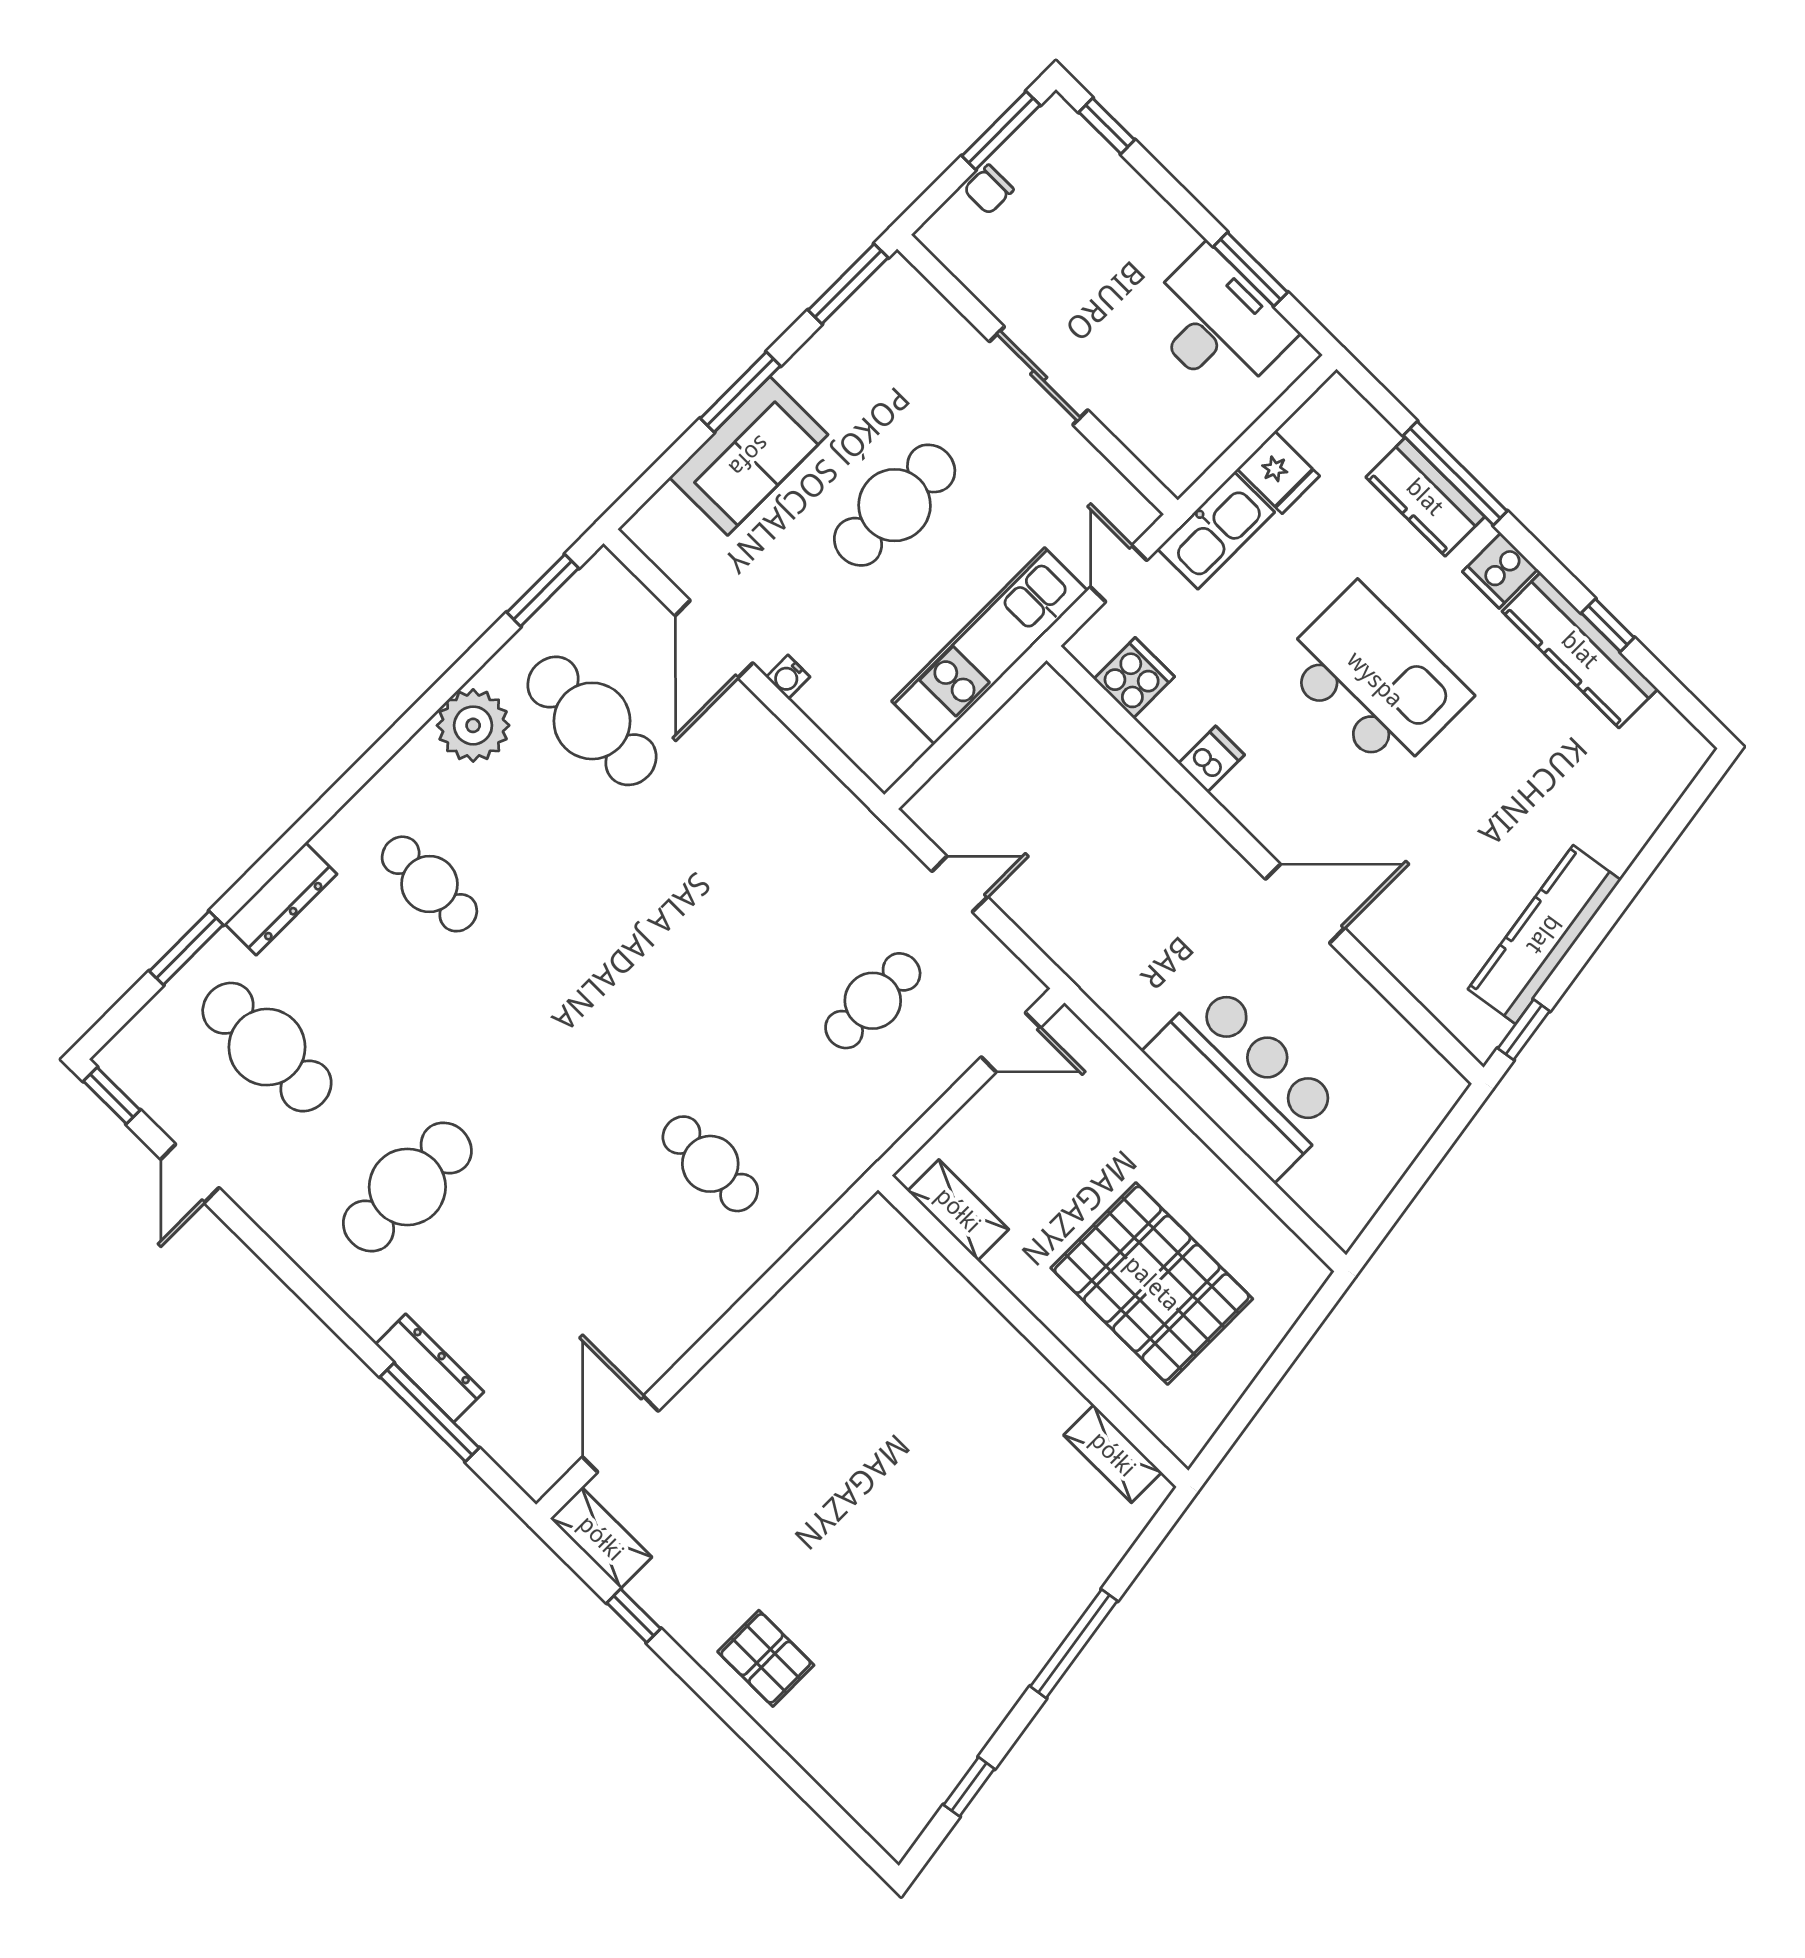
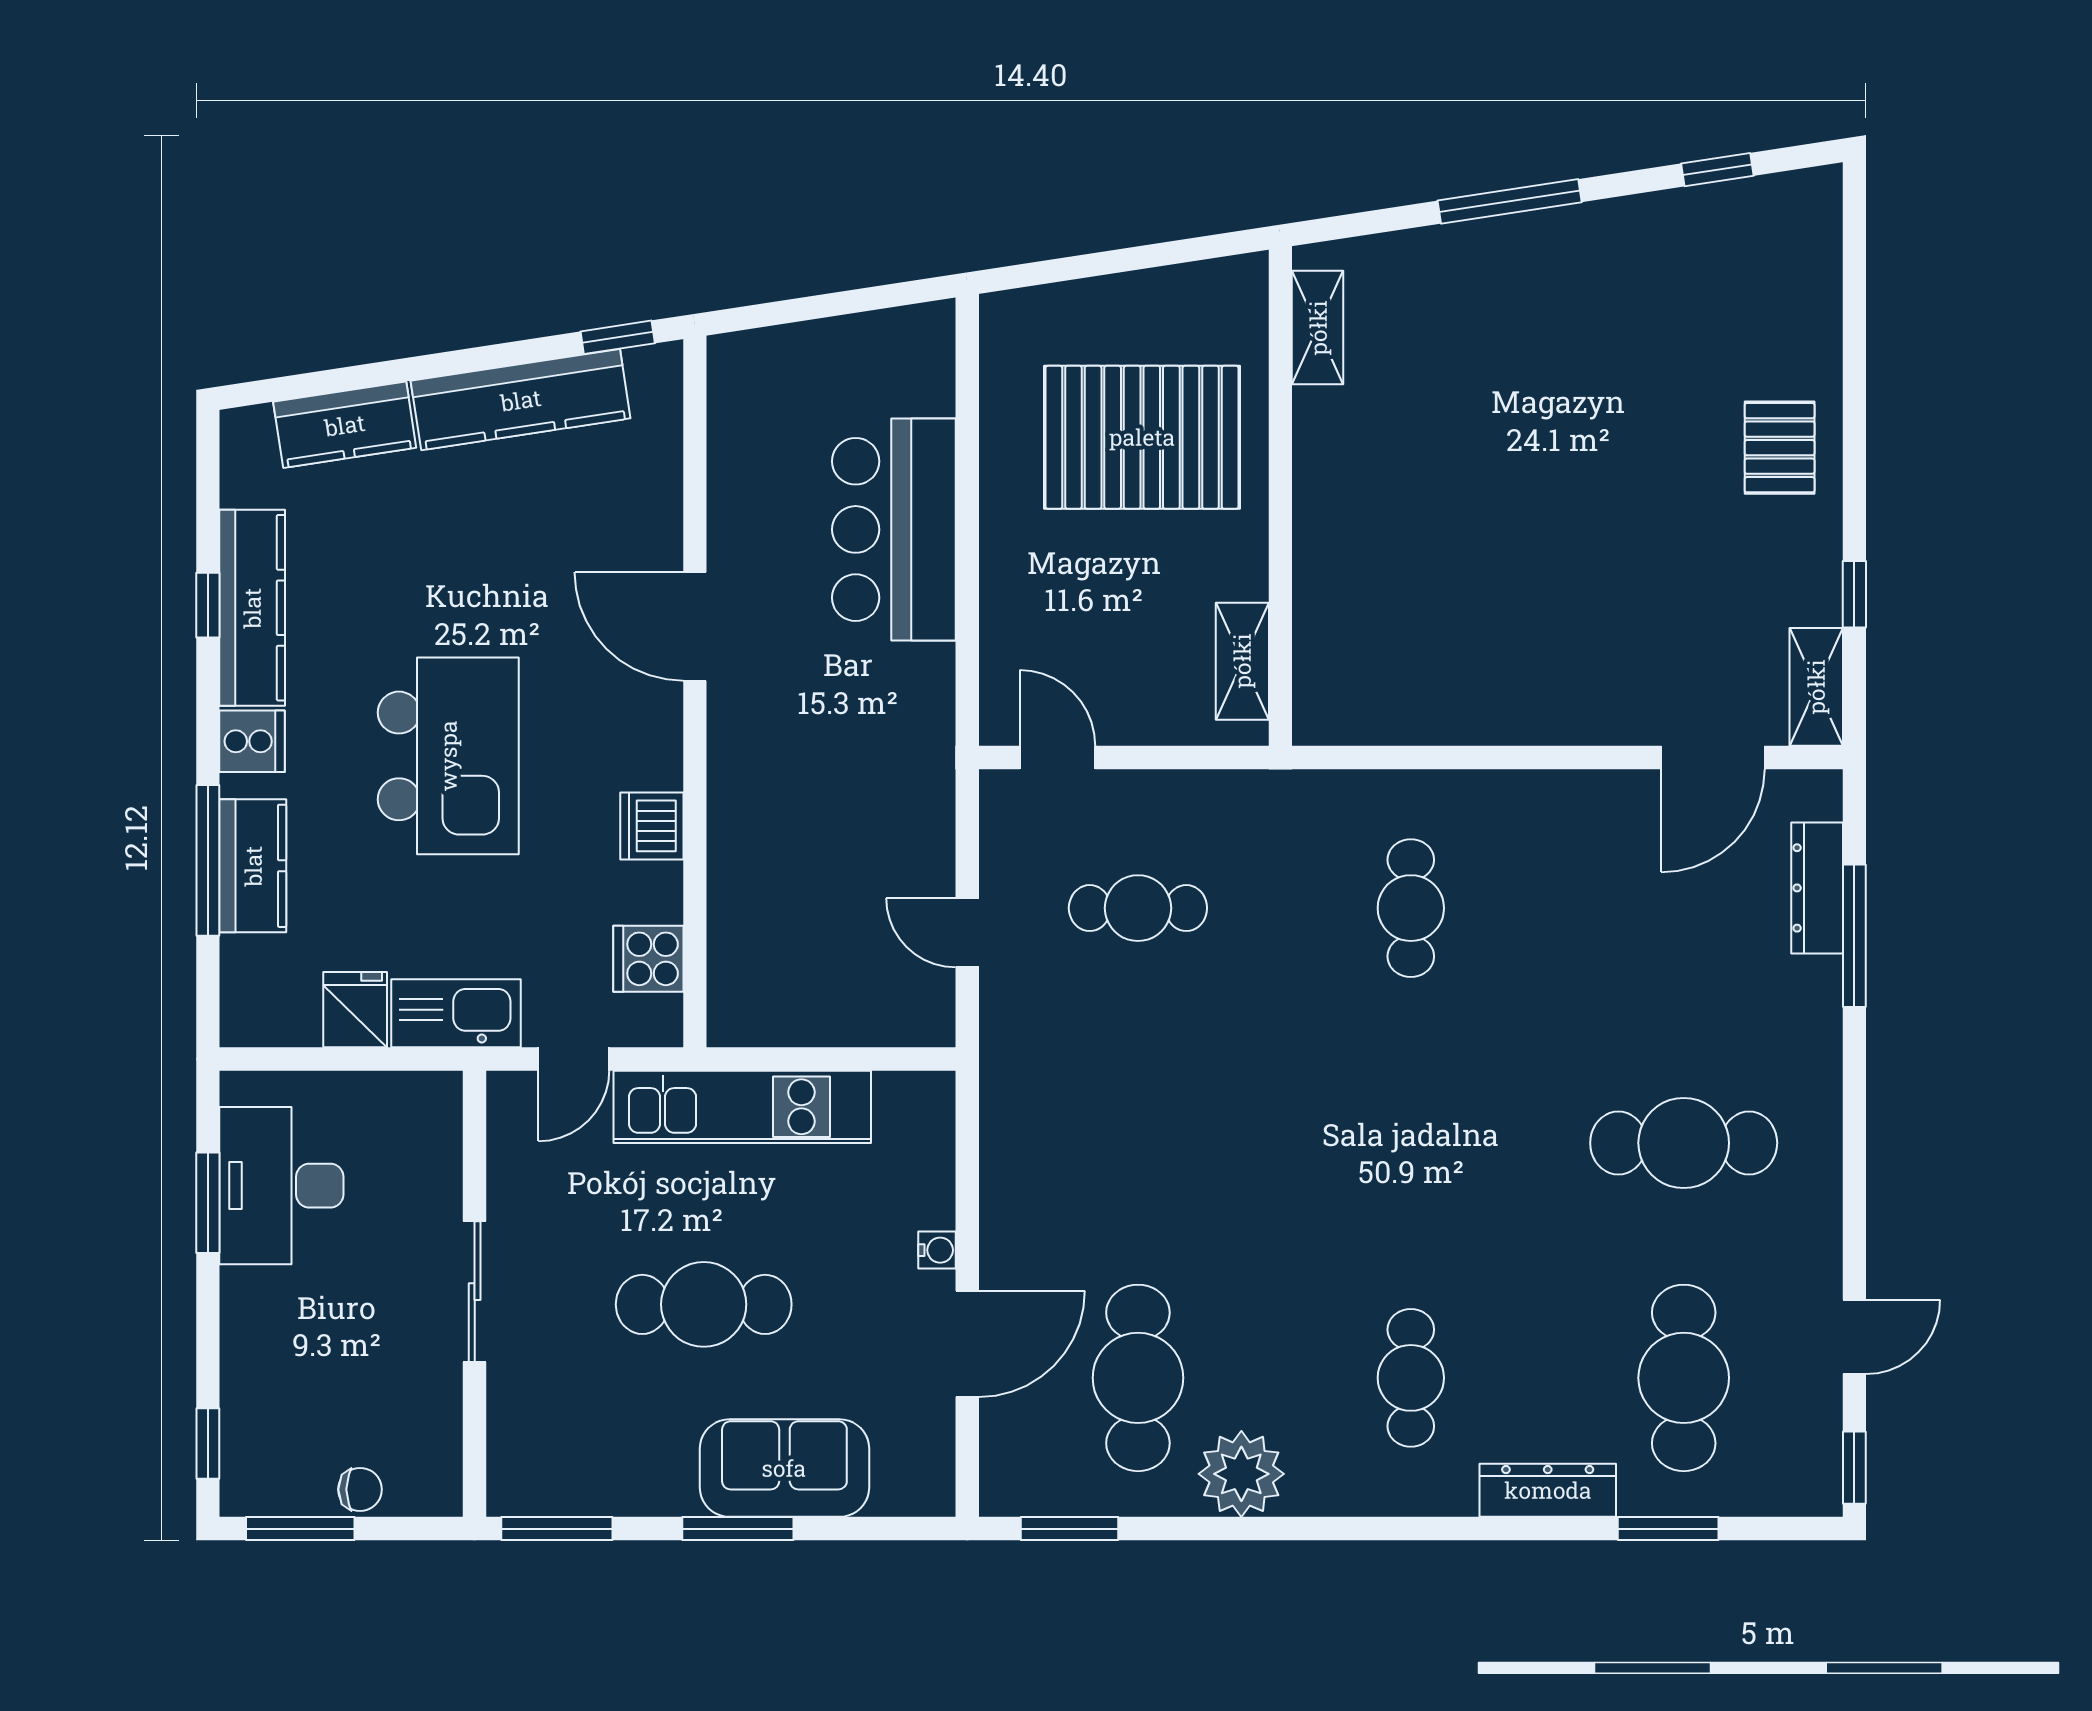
kitchen island: (1375, 679) -> (448, 756), turned 180
dishwasher: (1211, 759) -> (652, 826), width x1.38
kitchen counter: (1634, 815) -> (345, 425), added
pallet: (1152, 1283) -> (1142, 437), turned 90
dresser: (430, 1368) -> (1817, 888), moved

